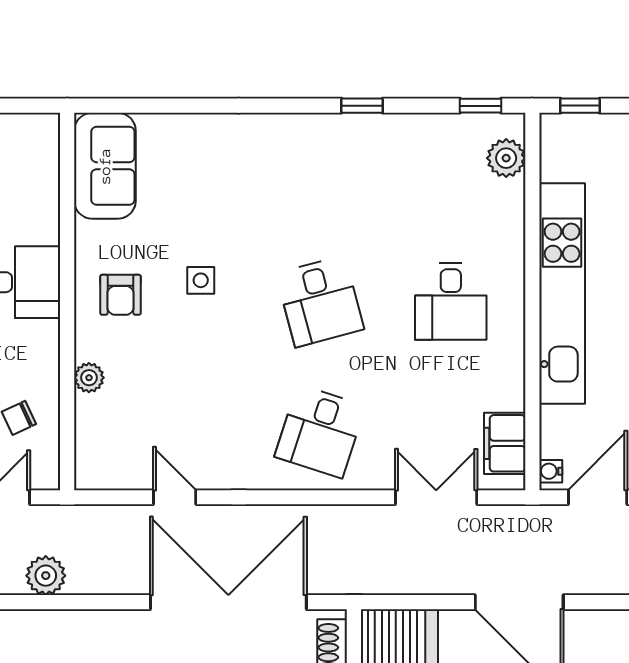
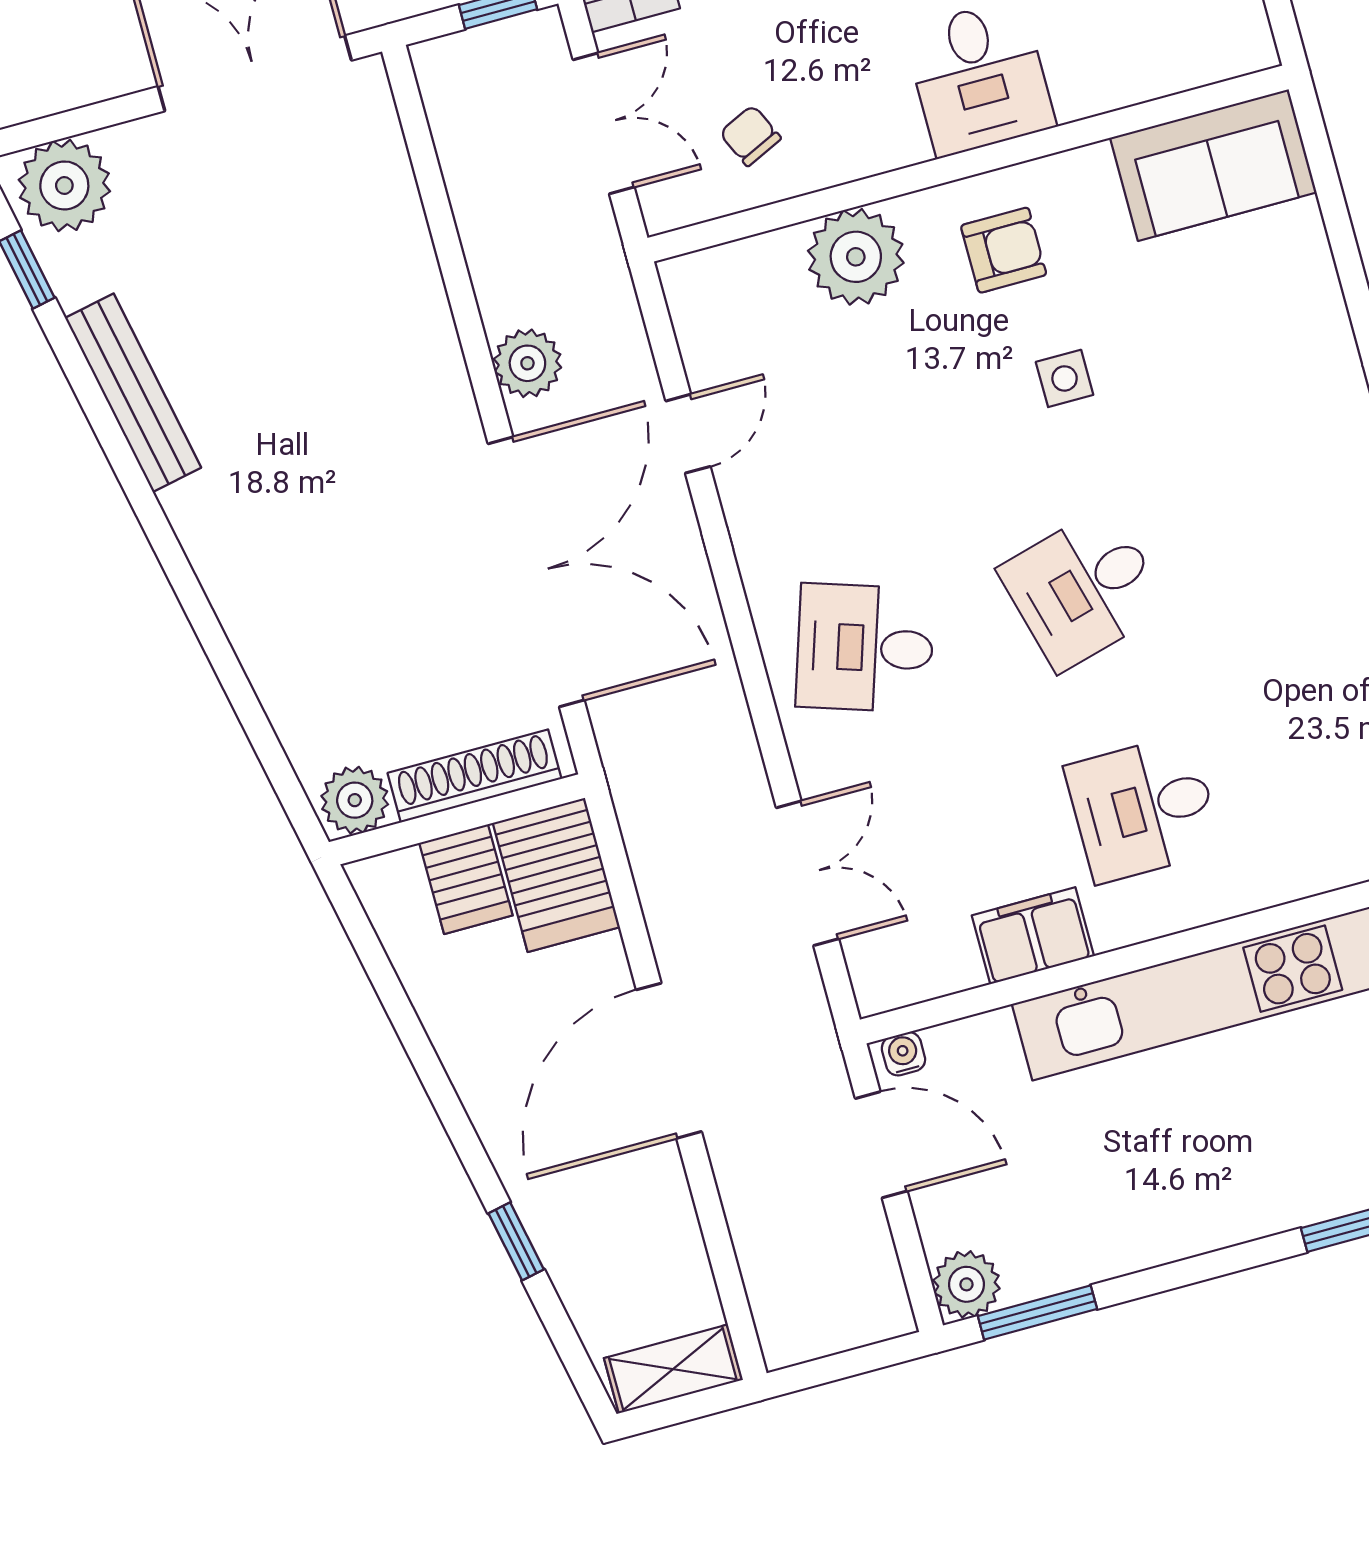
armchair: (120, 295) -> (1004, 250), turned 180
plant: (89, 378) -> (856, 257), width x1.87, depth x1.87
filing cabinet: (505, 443) -> (1033, 936), moved
plant: (46, 576) -> (527, 363), moved

